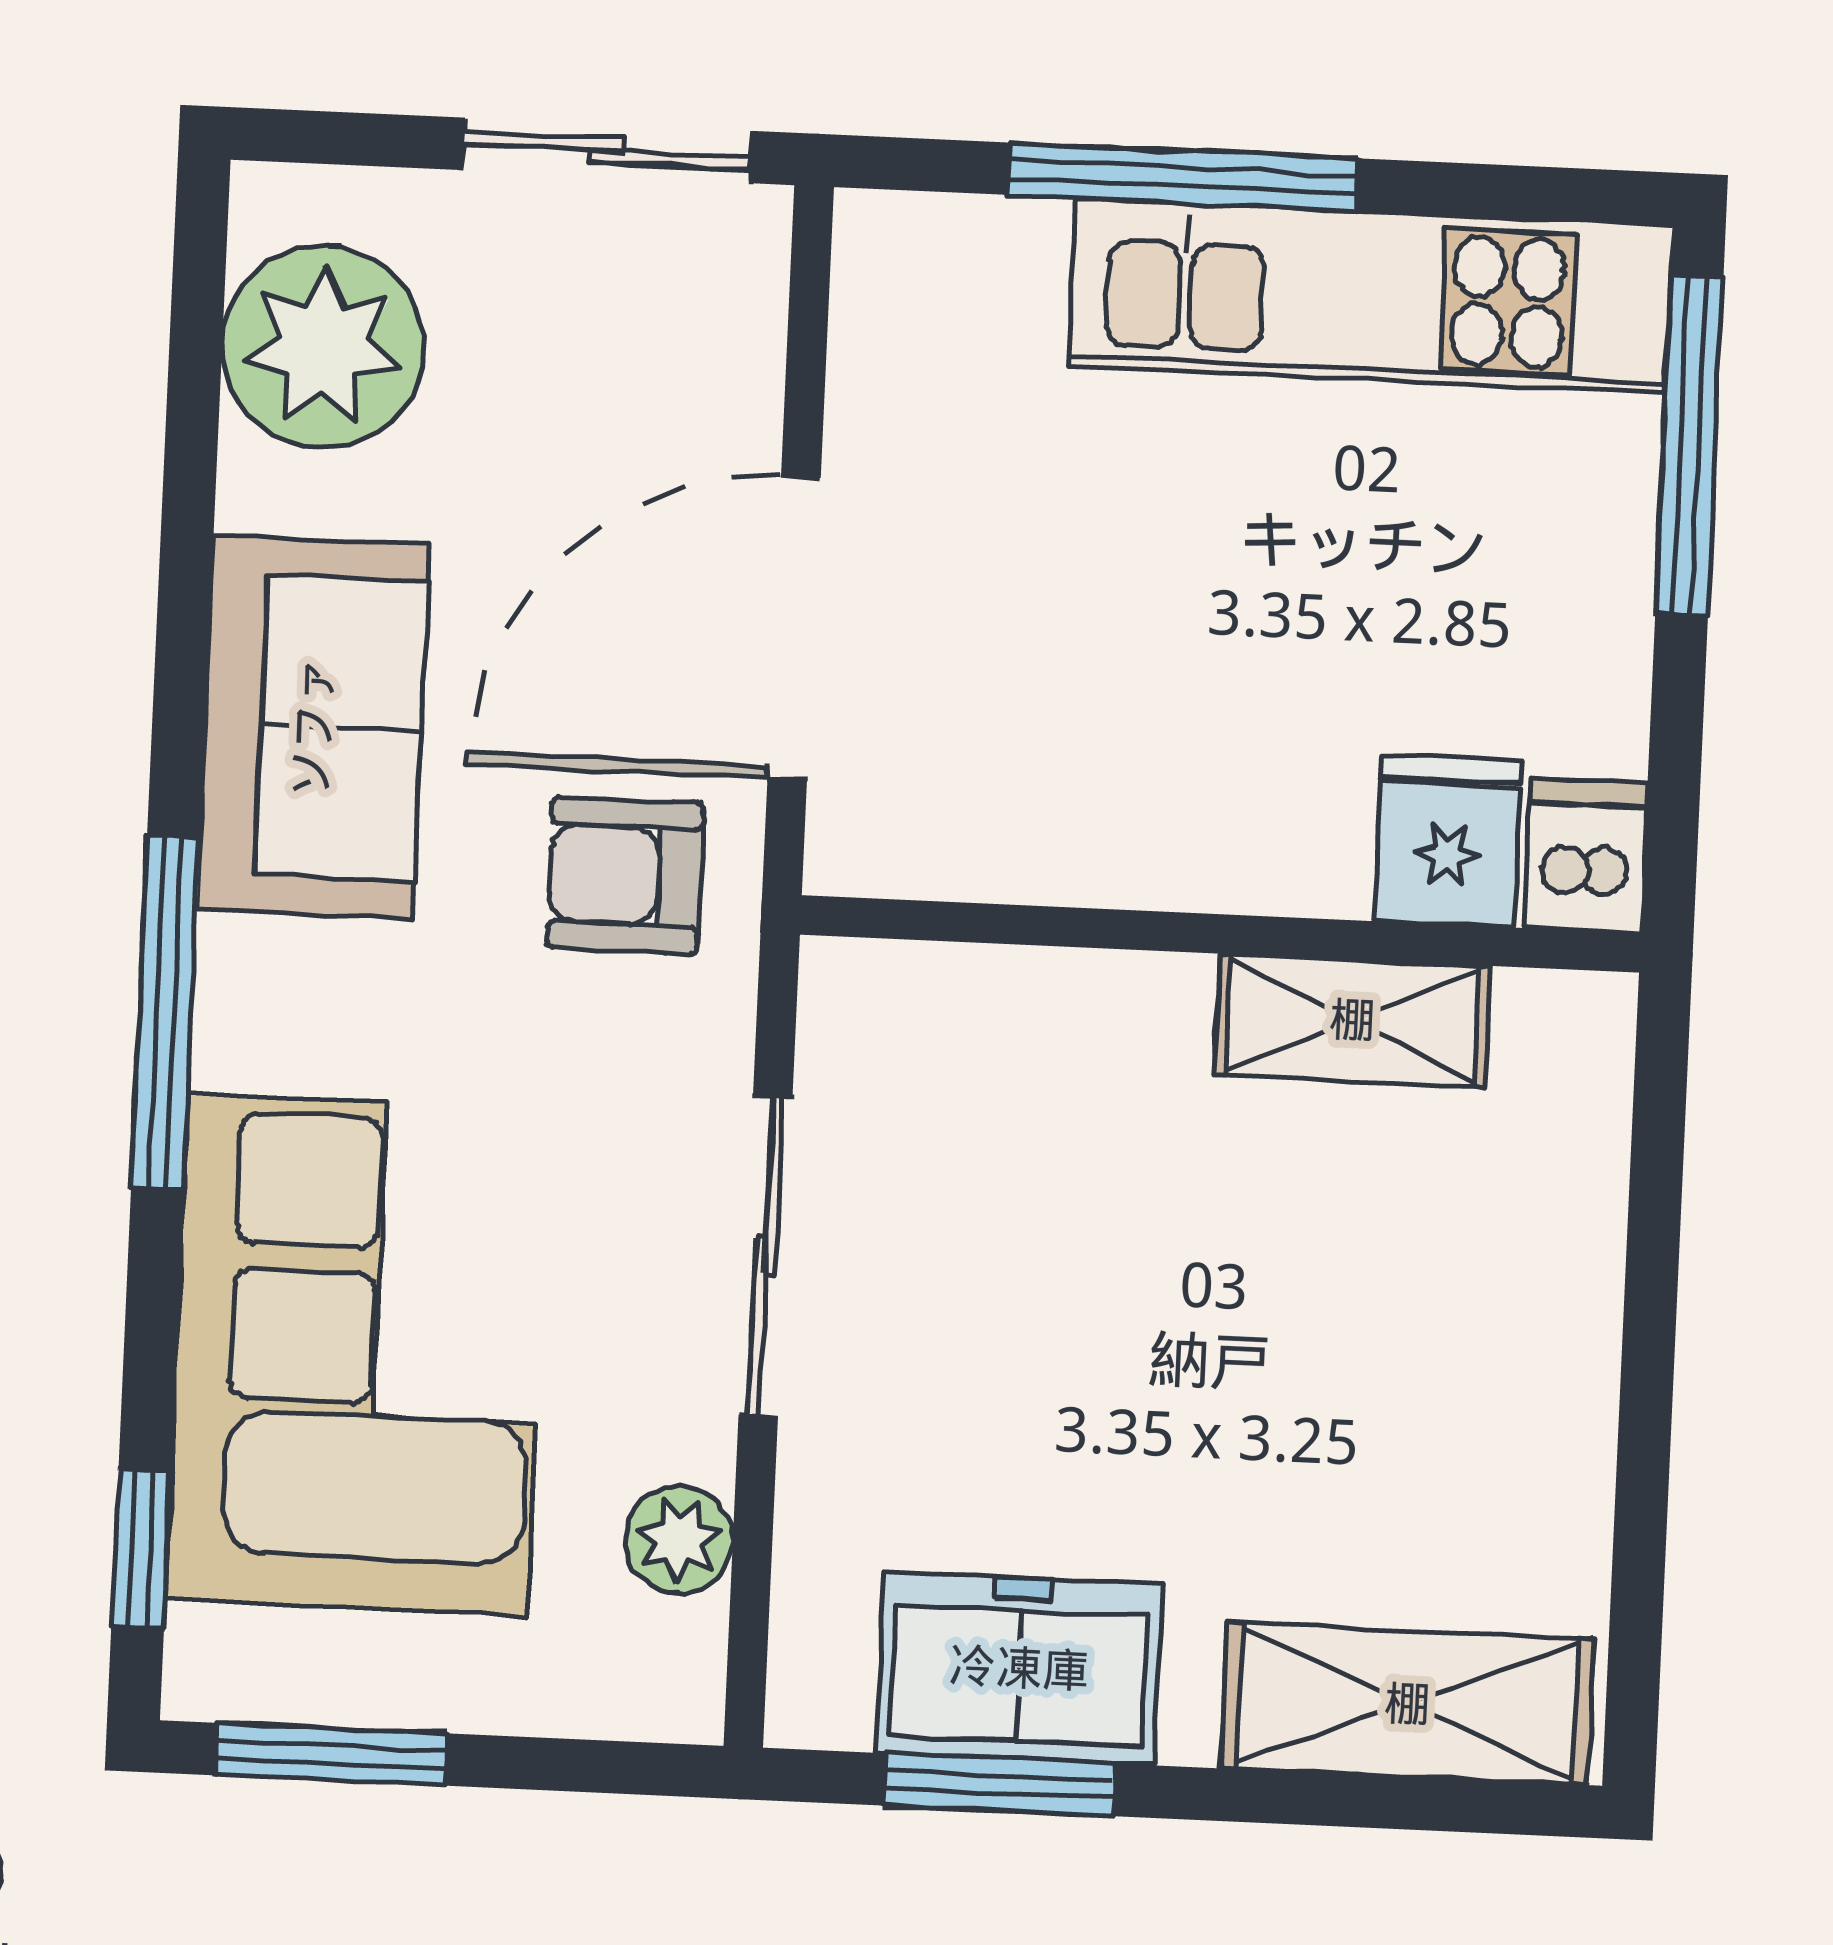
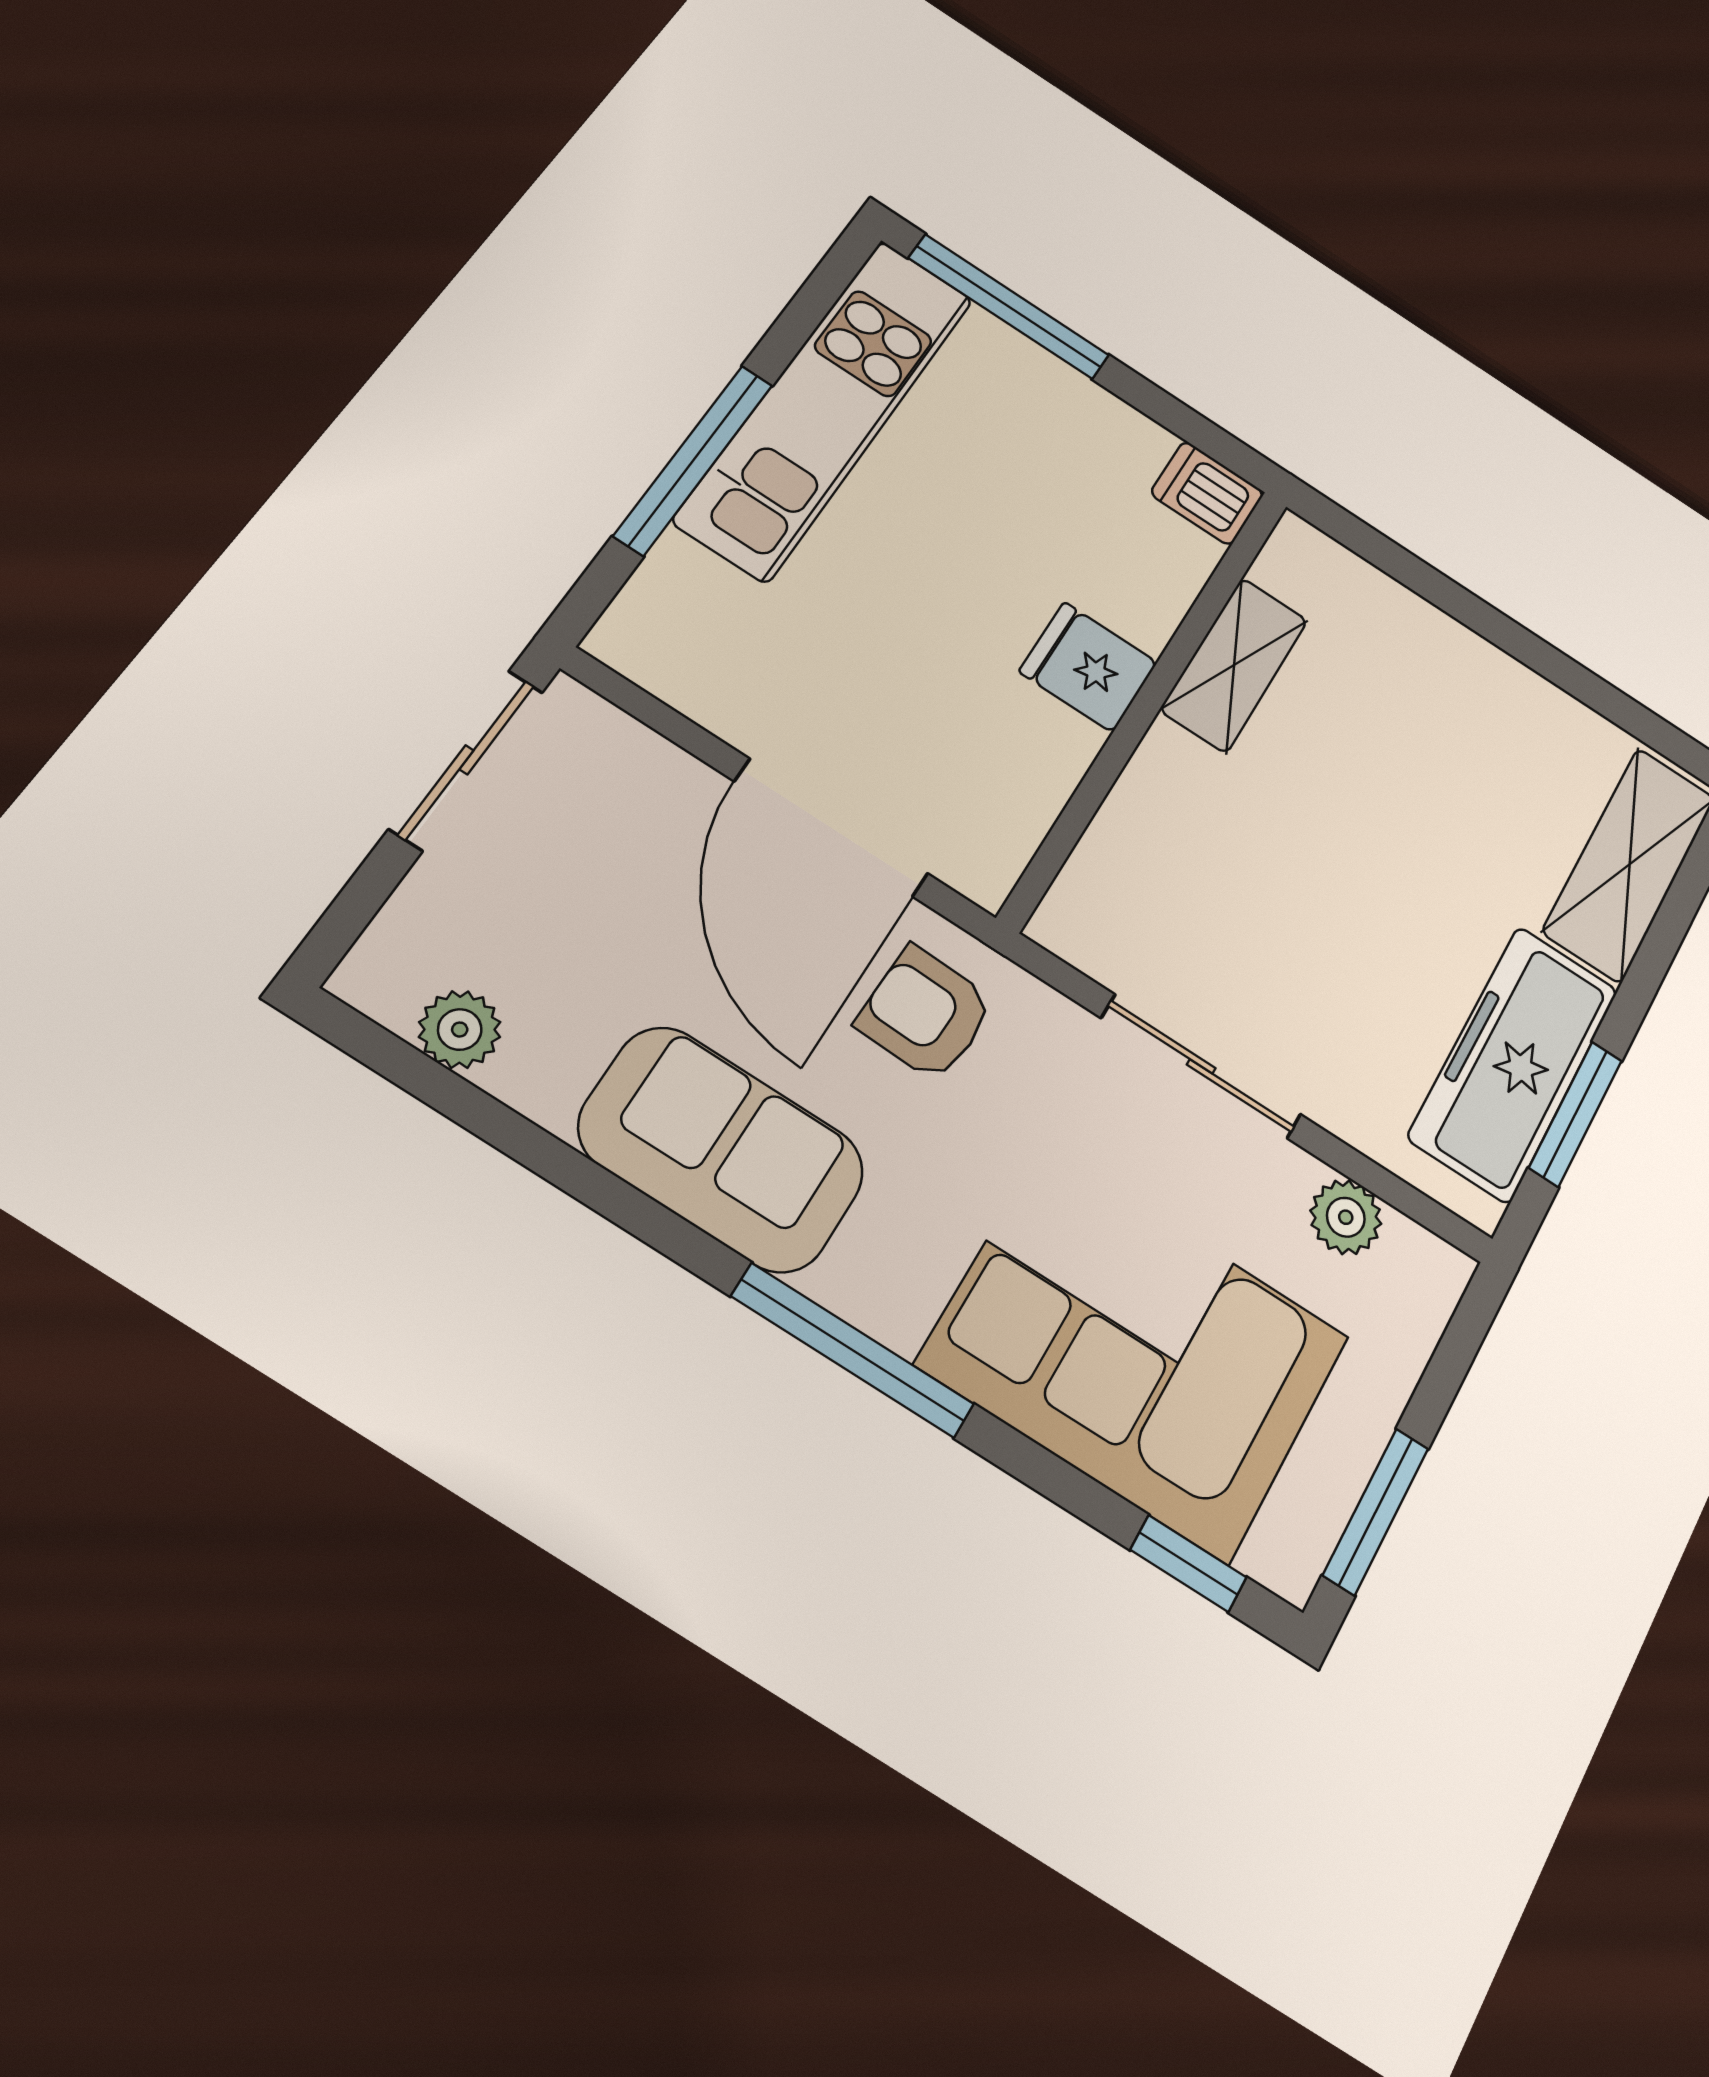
plant: (323, 347) -> (460, 1030), width x0.53, depth x0.53
fridge: (1448, 841) -> (1088, 667), moved
armchair: (625, 875) -> (925, 1014), turned 92
freezer: (1019, 1668) -> (1514, 1063), width x1.40

